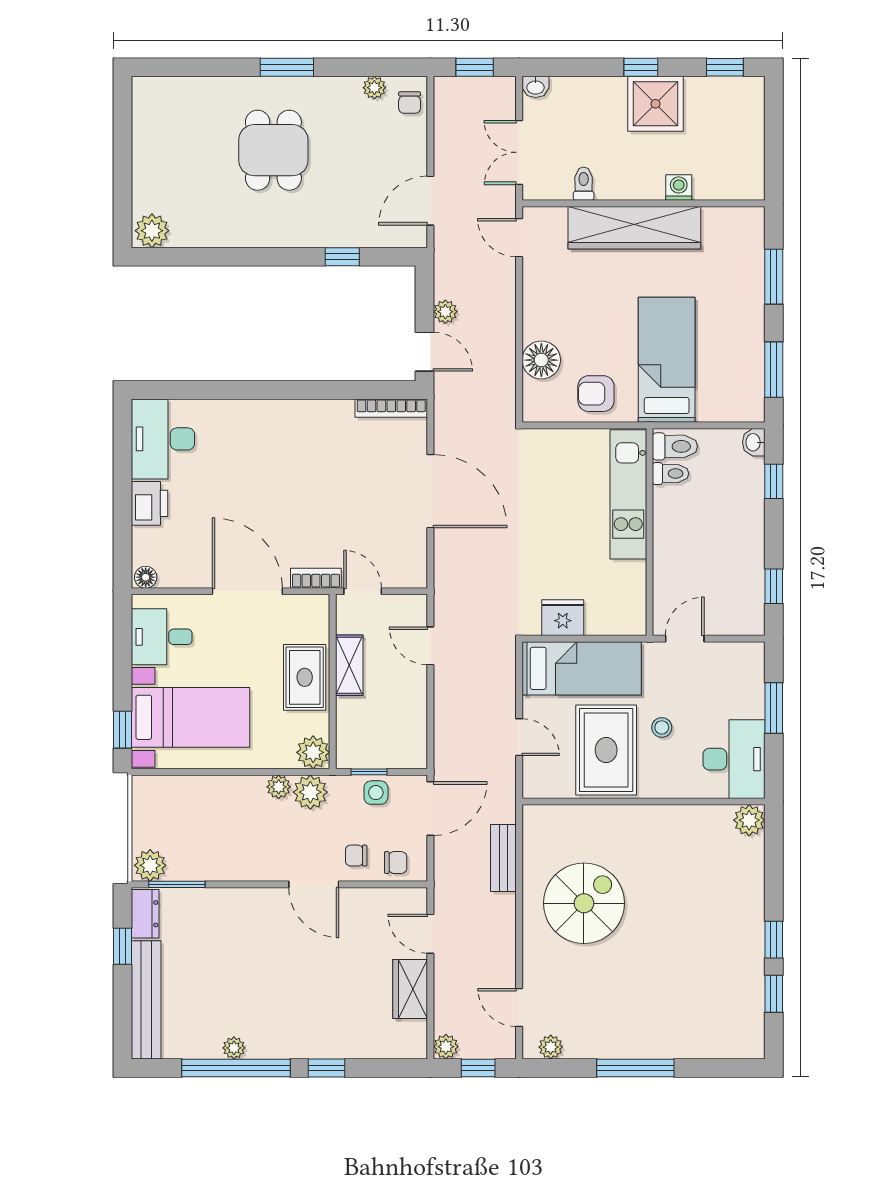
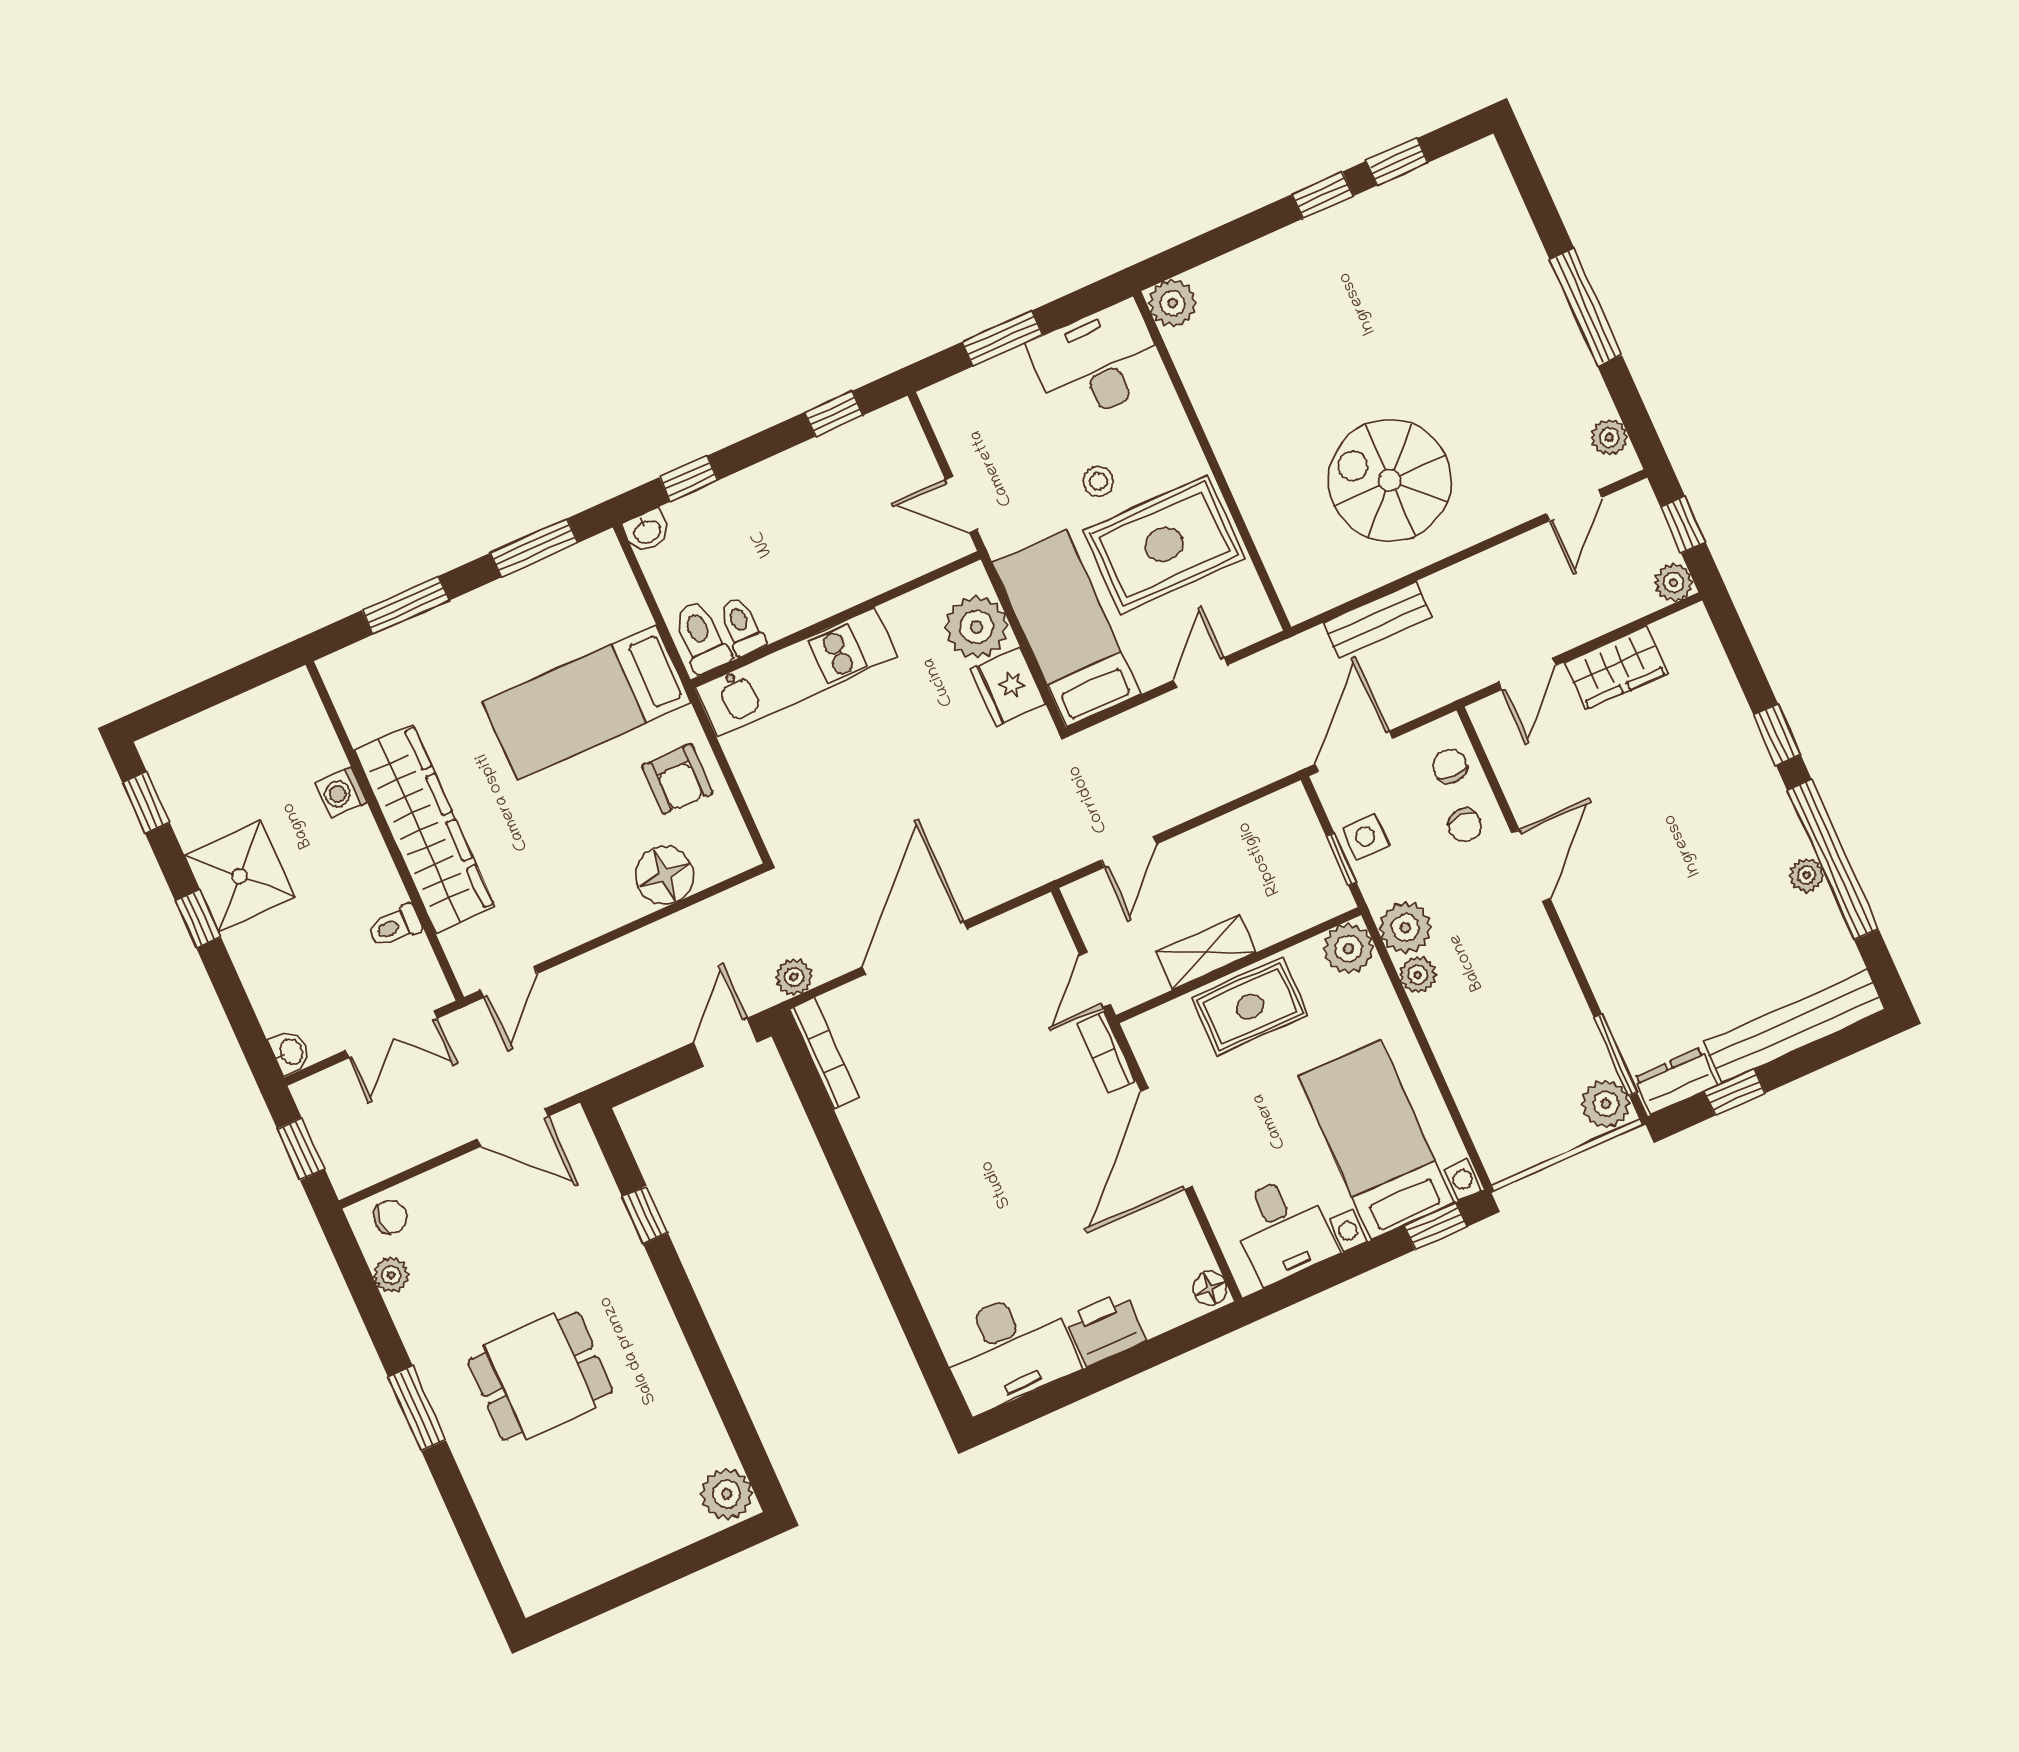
plant: (445, 312) -> (794, 977), moved
plant: (607, 615) -> (976, 627), added
door: (430, 809) -> (1354, 751), hinge flipped

